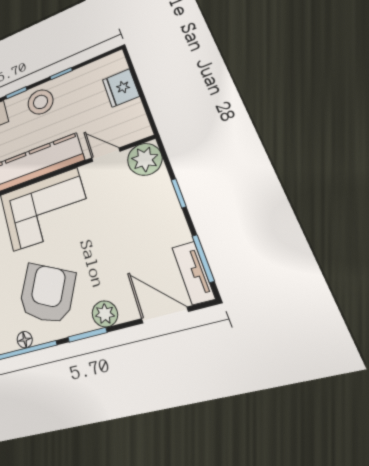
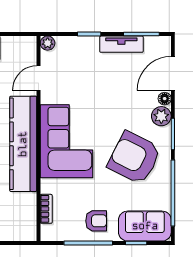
plant: (145, 159) -> (48, 43), width x0.53, depth x0.53
tv unit: (193, 273) -> (121, 44), moved
floor lamp: (25, 340) -> (165, 99), moved

